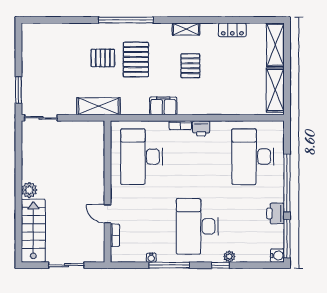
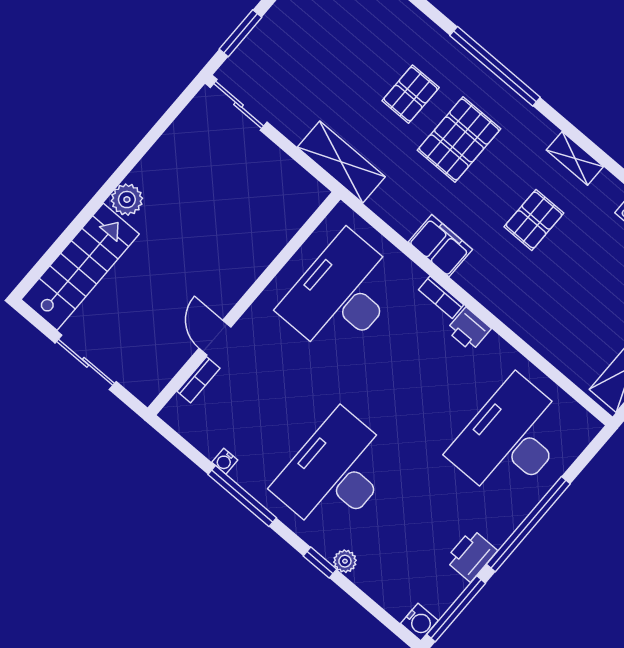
pallet: (103, 58) -> (411, 94), turned 90

